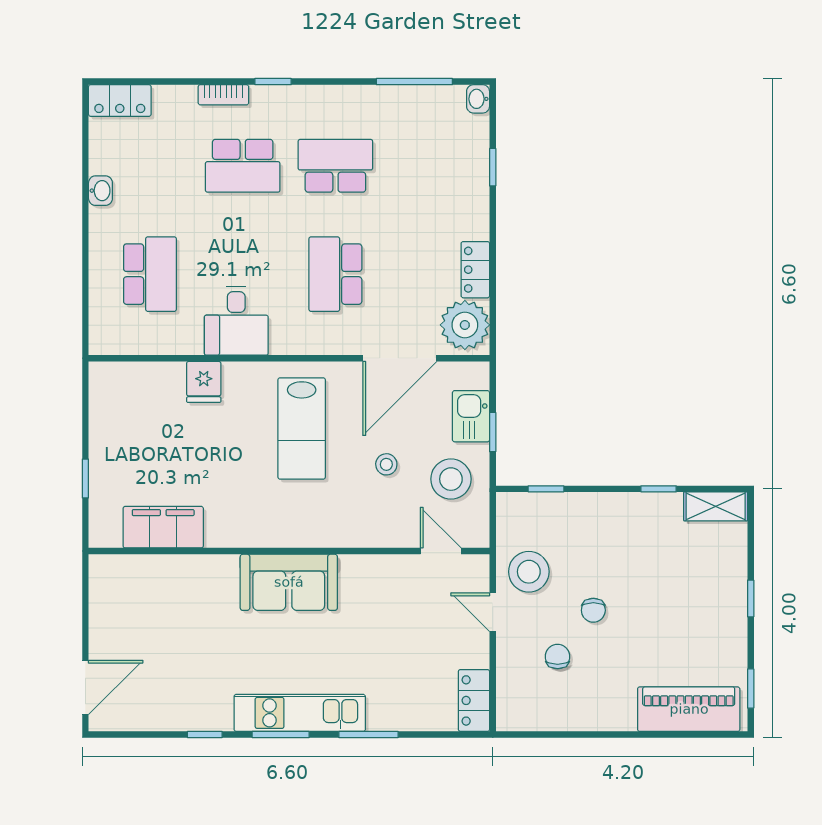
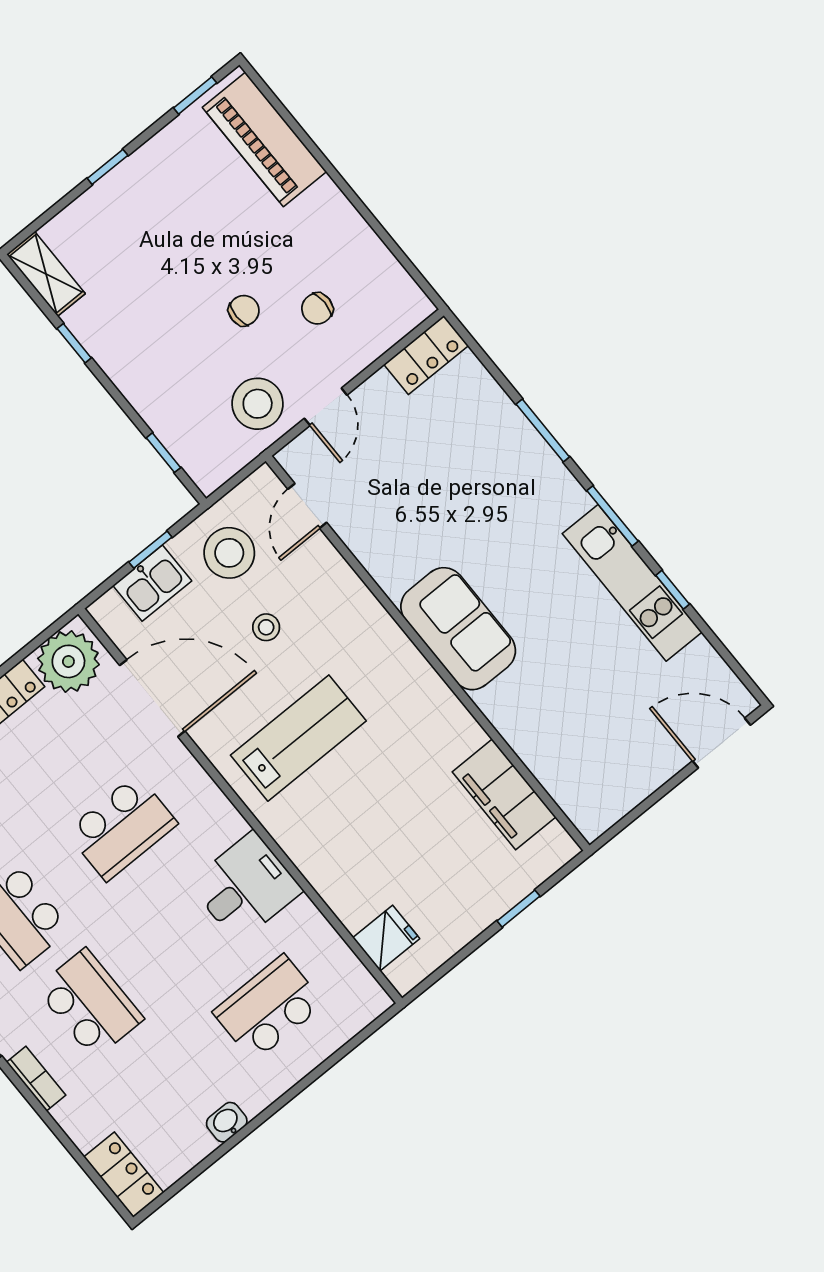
fridge: (204, 382) -> (386, 938), moved
kitchen unit: (300, 713) -> (632, 583), moved

